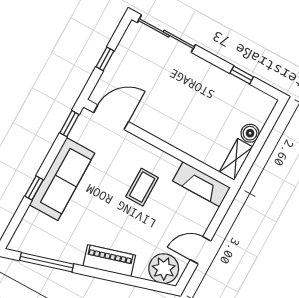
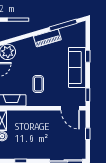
door: (111, 117) -> (70, 108), hinge flipped
piano: (109, 261) -> (47, 38), moved

